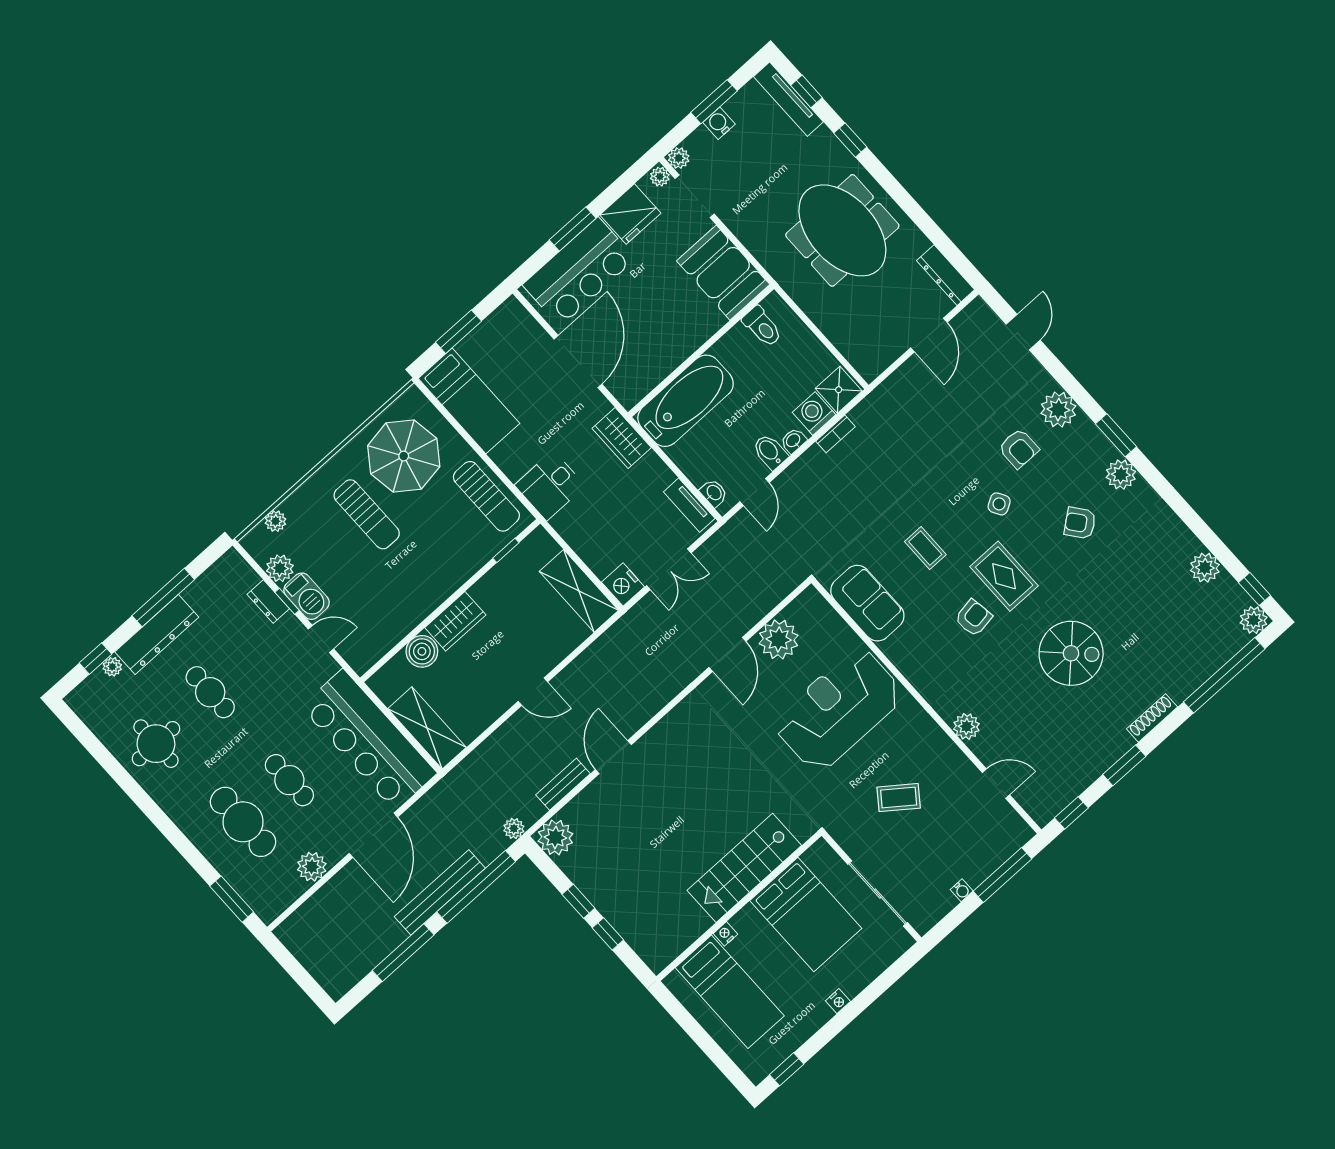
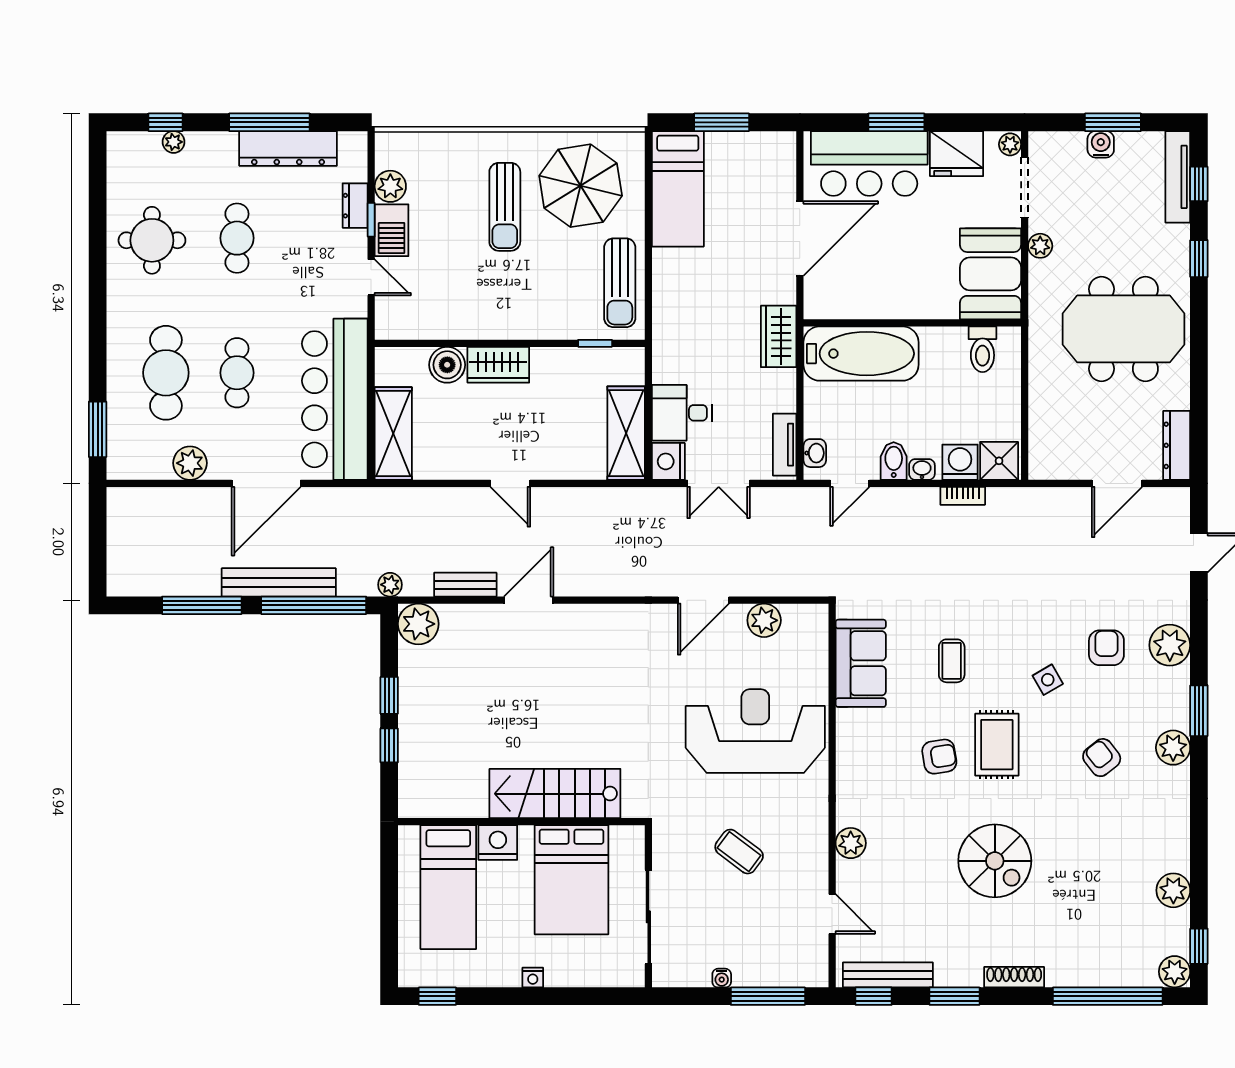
plant: (679, 158) -> (1040, 246), moved
meeting table: (842, 230) -> (1123, 329), turned 90
armchair: (1019, 449) -> (1106, 648), turned 180
desk: (550, 486) -> (682, 413), moved
plant: (276, 521) -> (423, 143), removed
dresser: (157, 634) -> (288, 148), moved
plant: (779, 639) -> (764, 620), width x0.73, depth x0.73
bench: (1068, 791) -> (888, 975), added
nightstand: (725, 934) -> (498, 843), width x1.89, depth x1.79

